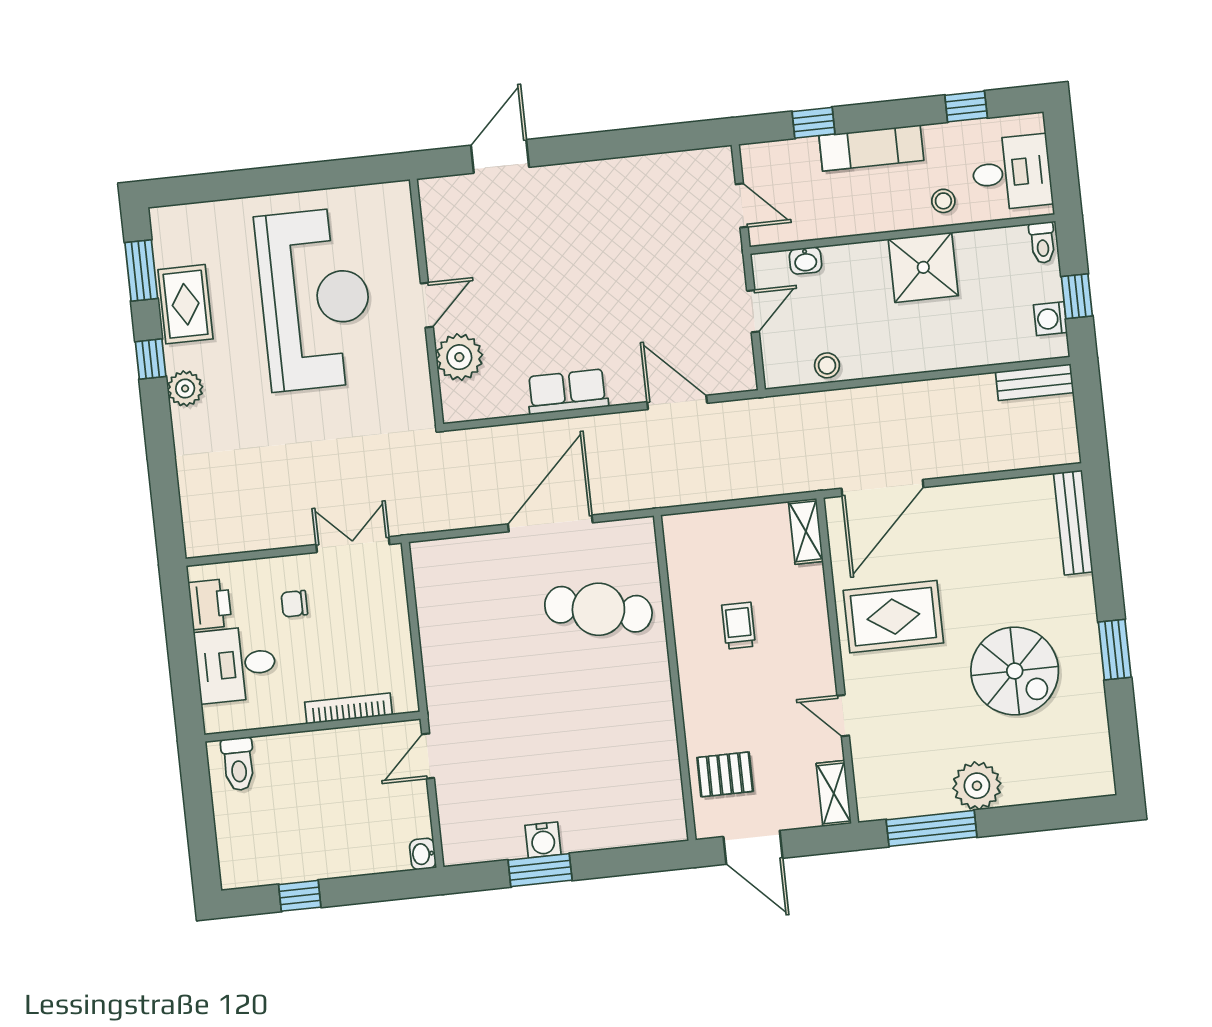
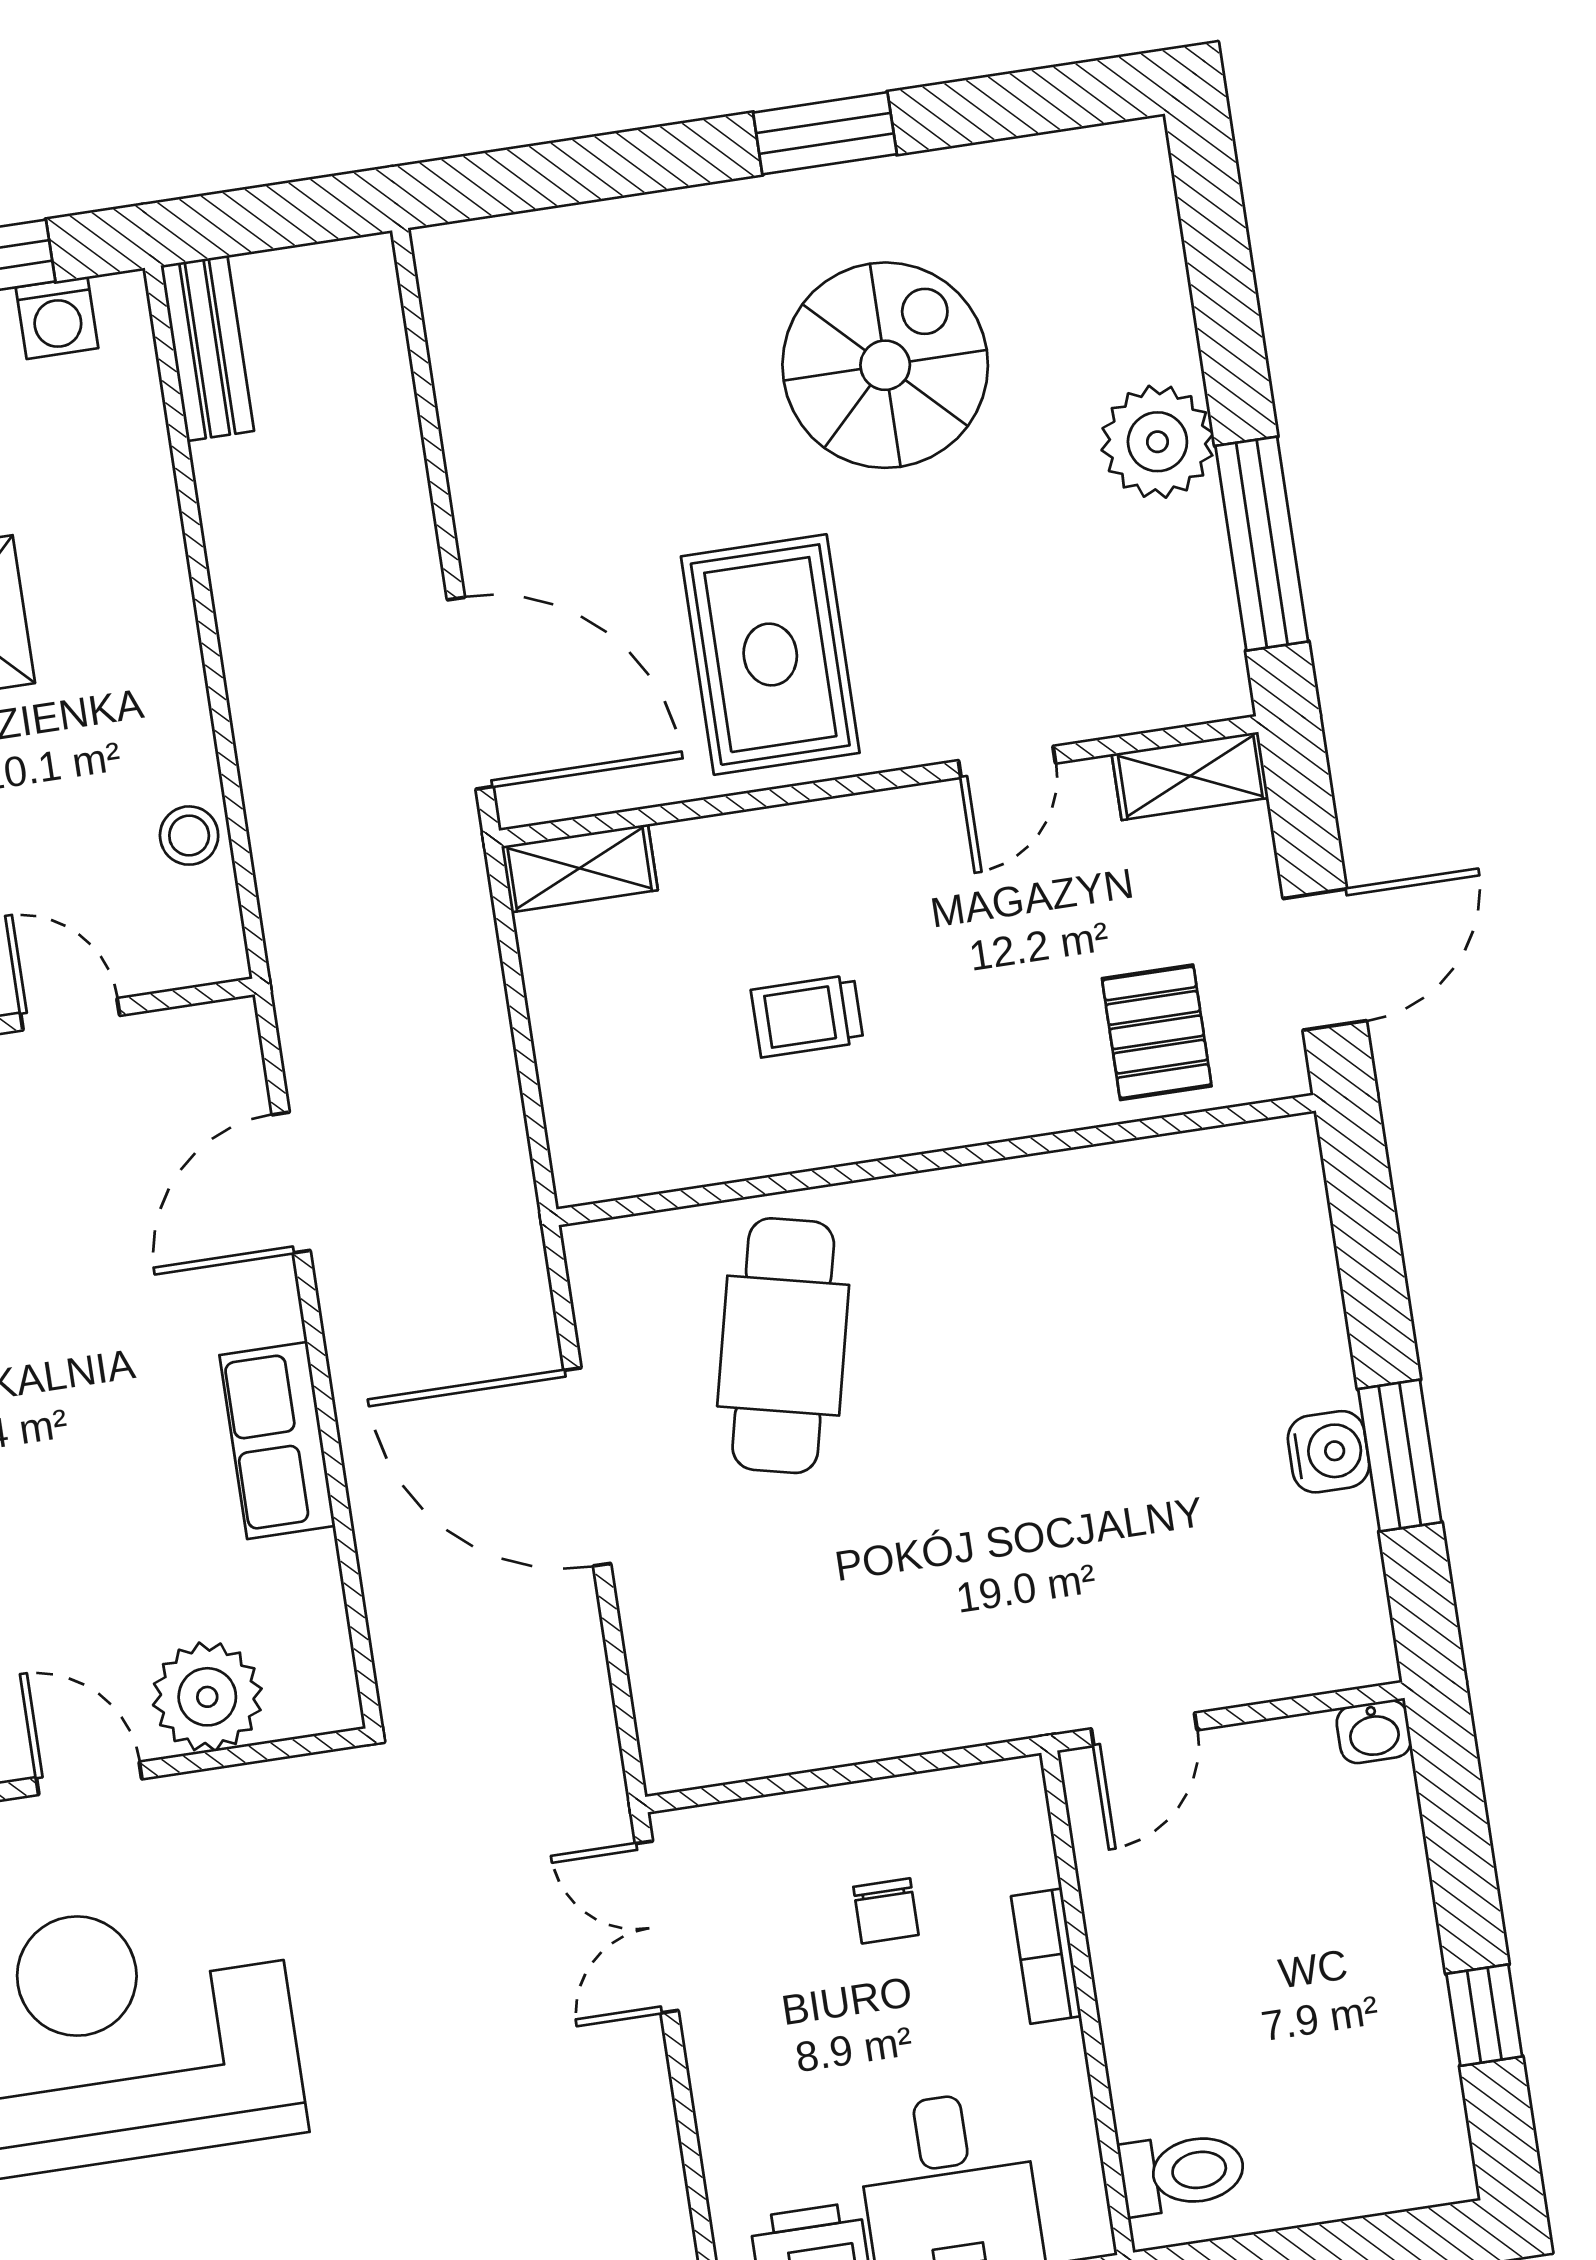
bench: (1073, 522) -> (532, 243), removed
chair: (294, 604) -> (886, 1911), moved
bookcase: (349, 708) -> (1046, 1956), width x0.64
door: (428, 756) -> (1144, 1729), hinge flipped

